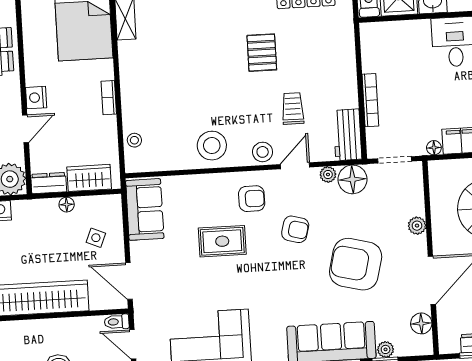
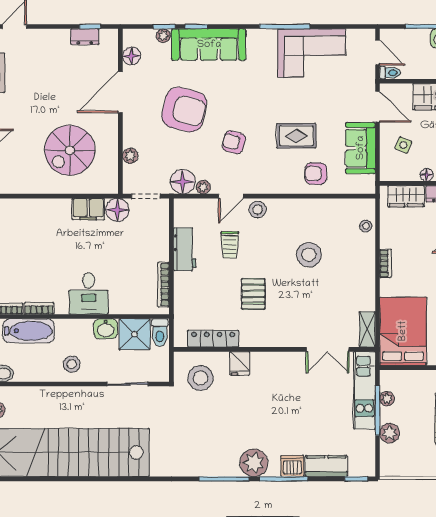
bookcase: (370, 100) -> (163, 285), moved
workbench: (347, 135) -> (185, 249), moved
stool: (212, 146) -> (309, 255), moved
floor lamp: (434, 148) -> (117, 210), width x1.89, depth x1.89
armchair: (252, 199) -> (316, 174), moved
sofa: (145, 209) -> (361, 148), moved
plant: (417, 226) -> (130, 156), moved

